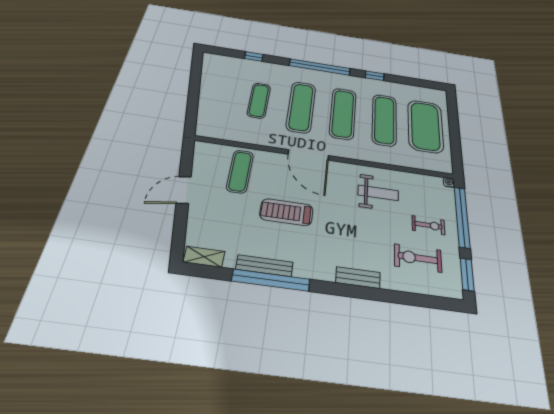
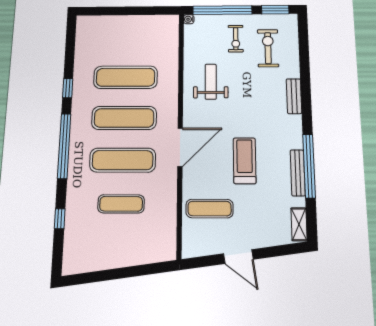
exercise mat: (425, 126) -> (127, 38), removed
treadmill: (286, 212) -> (245, 161), turned 180
exercise bike: (428, 225) -> (236, 39), turned 180
exercise bike: (418, 258) -> (268, 48), turned 180

